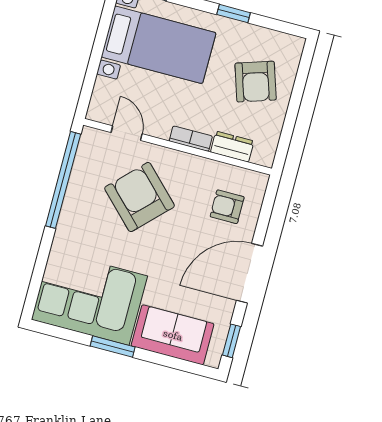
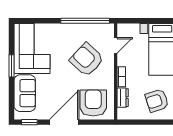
armchair: (139, 197) -> (87, 60), turned -92
armchair: (227, 207) -> (93, 103), width x1.88, depth x1.88
door: (249, 273) -> (64, 122), hinge flipped

